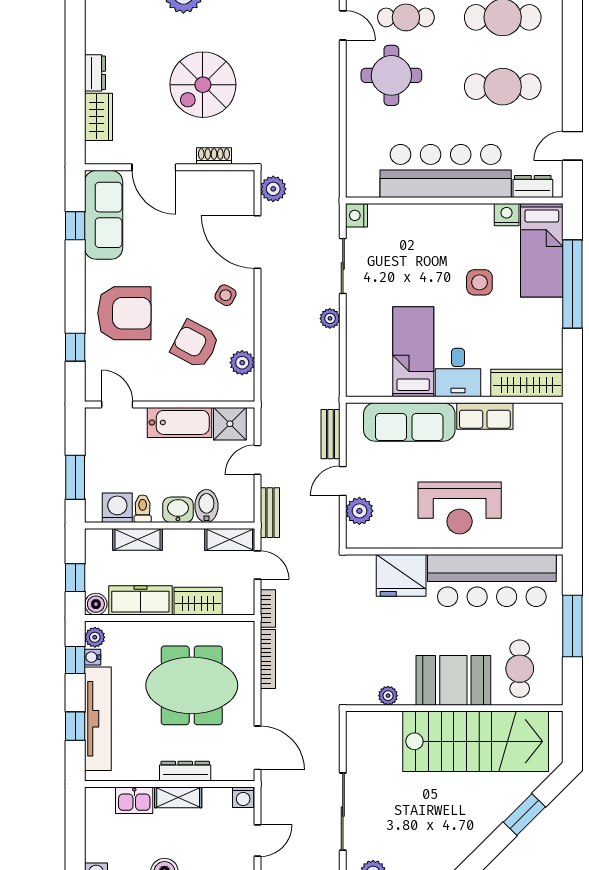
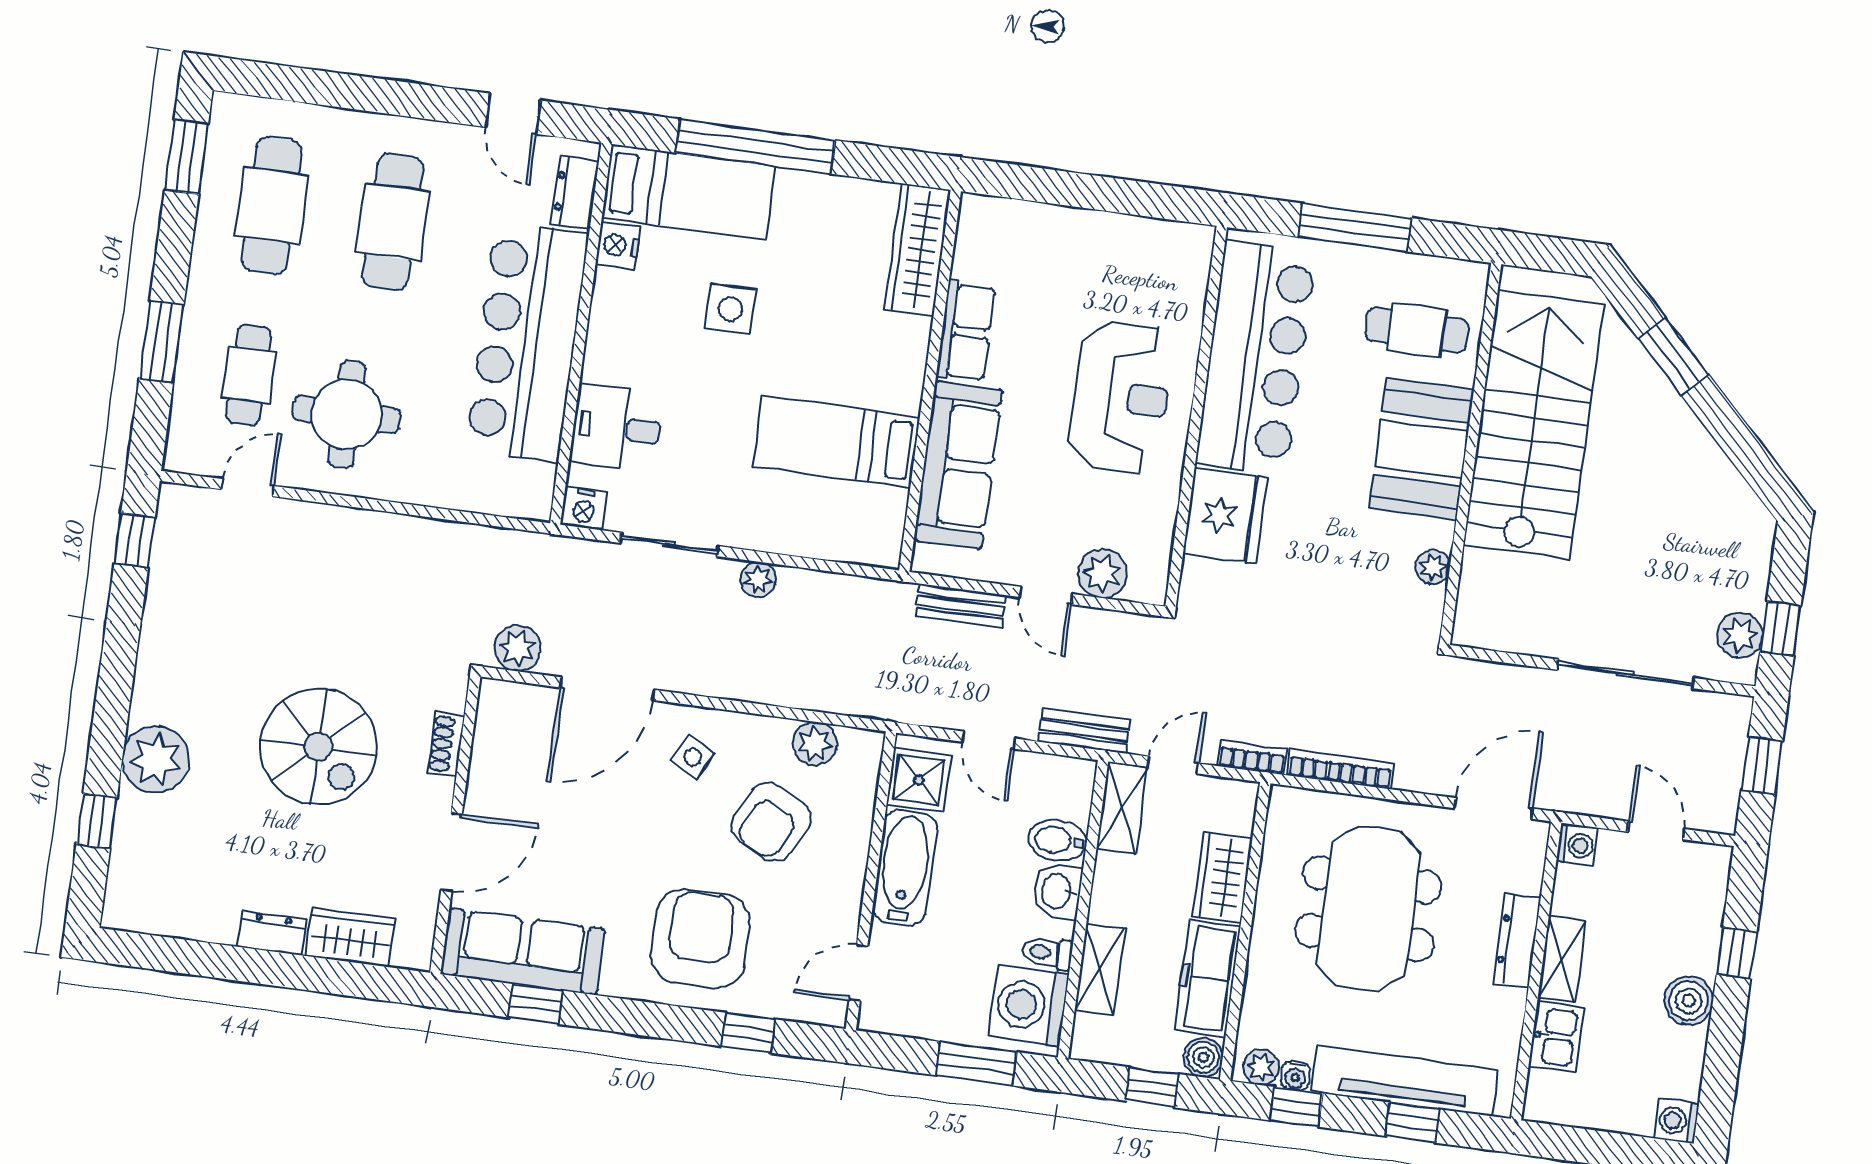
desk: (458, 373) -> (617, 427), moved, turned 180
washing machine: (117, 508) -> (1029, 1005), width x1.37, depth x1.37

